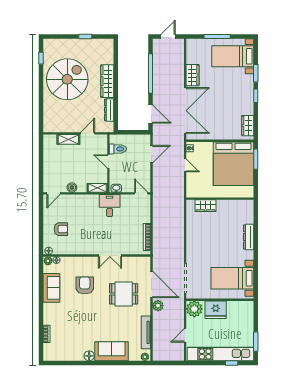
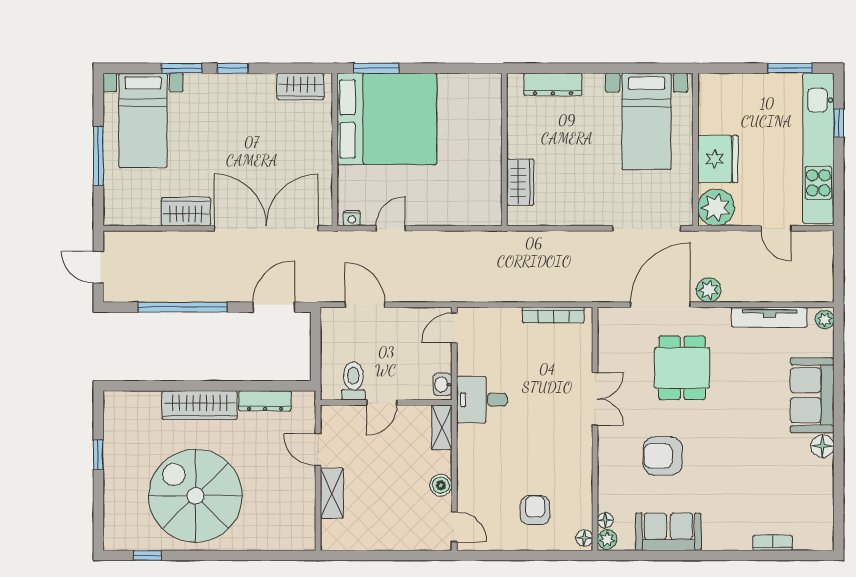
wall: (220, 199) -> (504, 149), moved
wardrobe: (205, 206) -> (520, 182), moved

